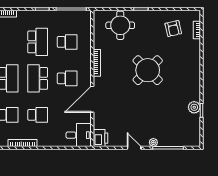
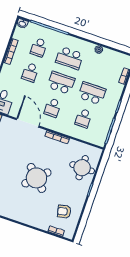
school desk: (38, 42) -> (92, 93), turned 180

